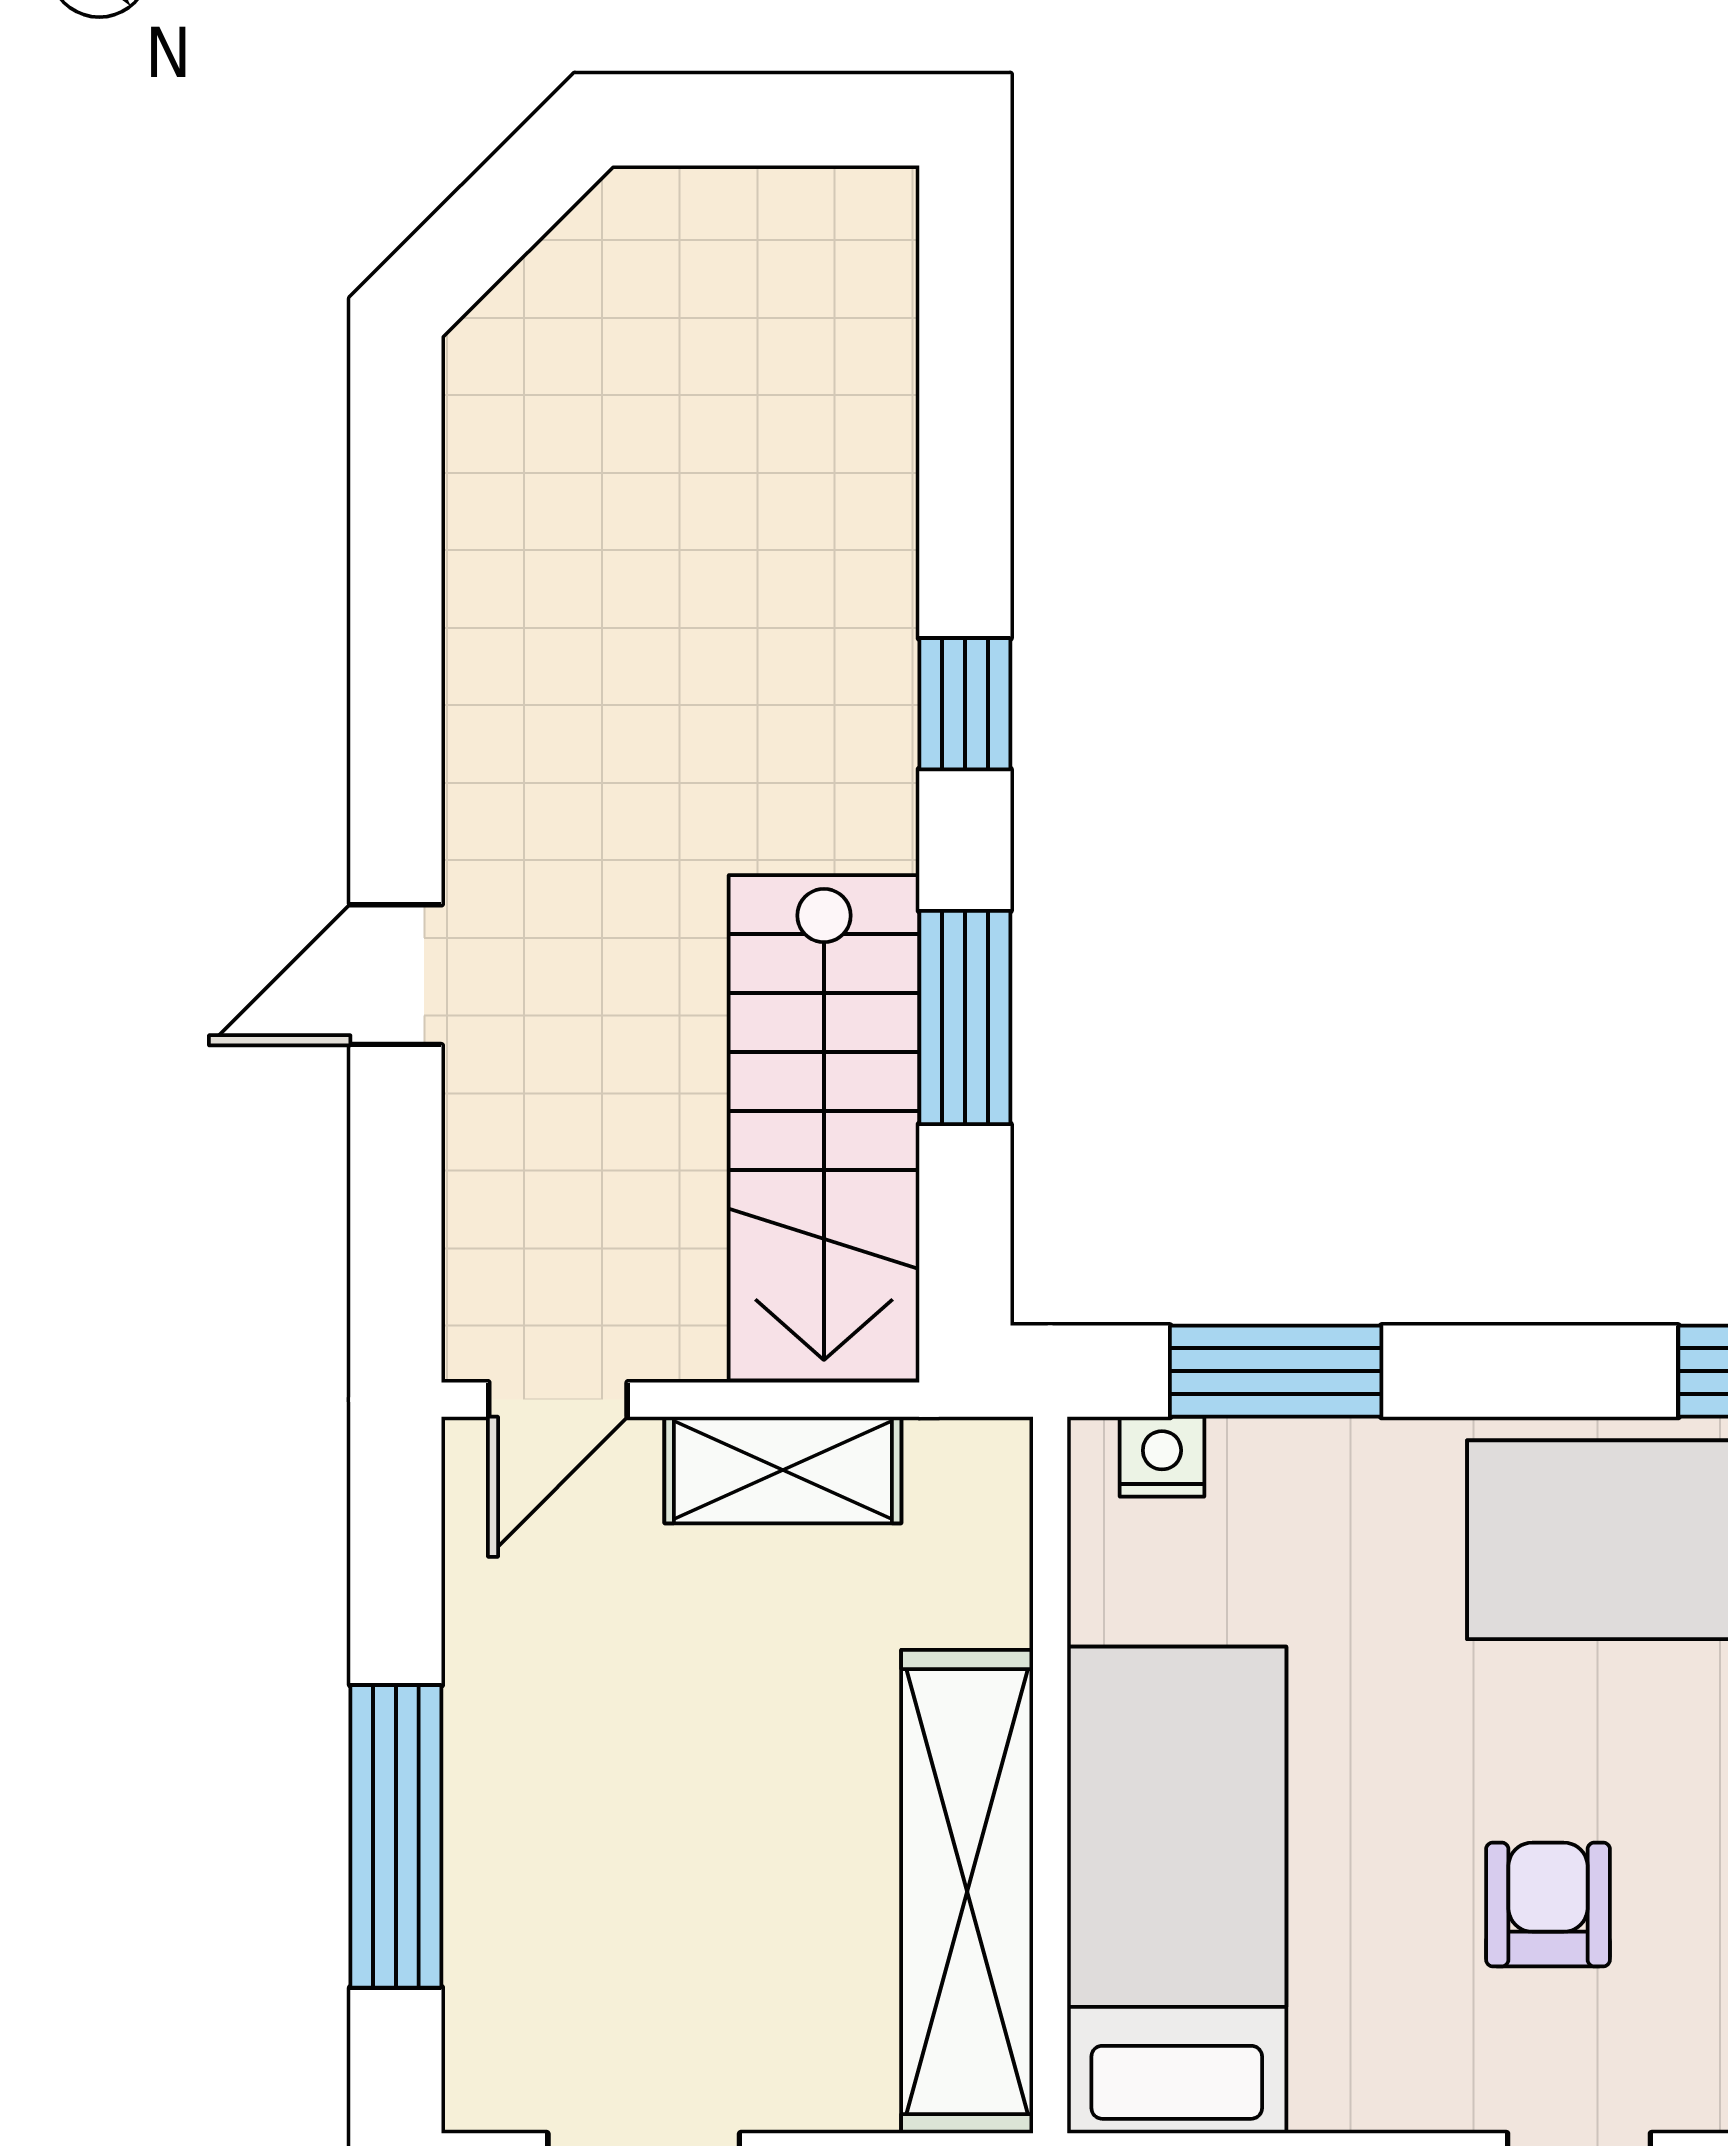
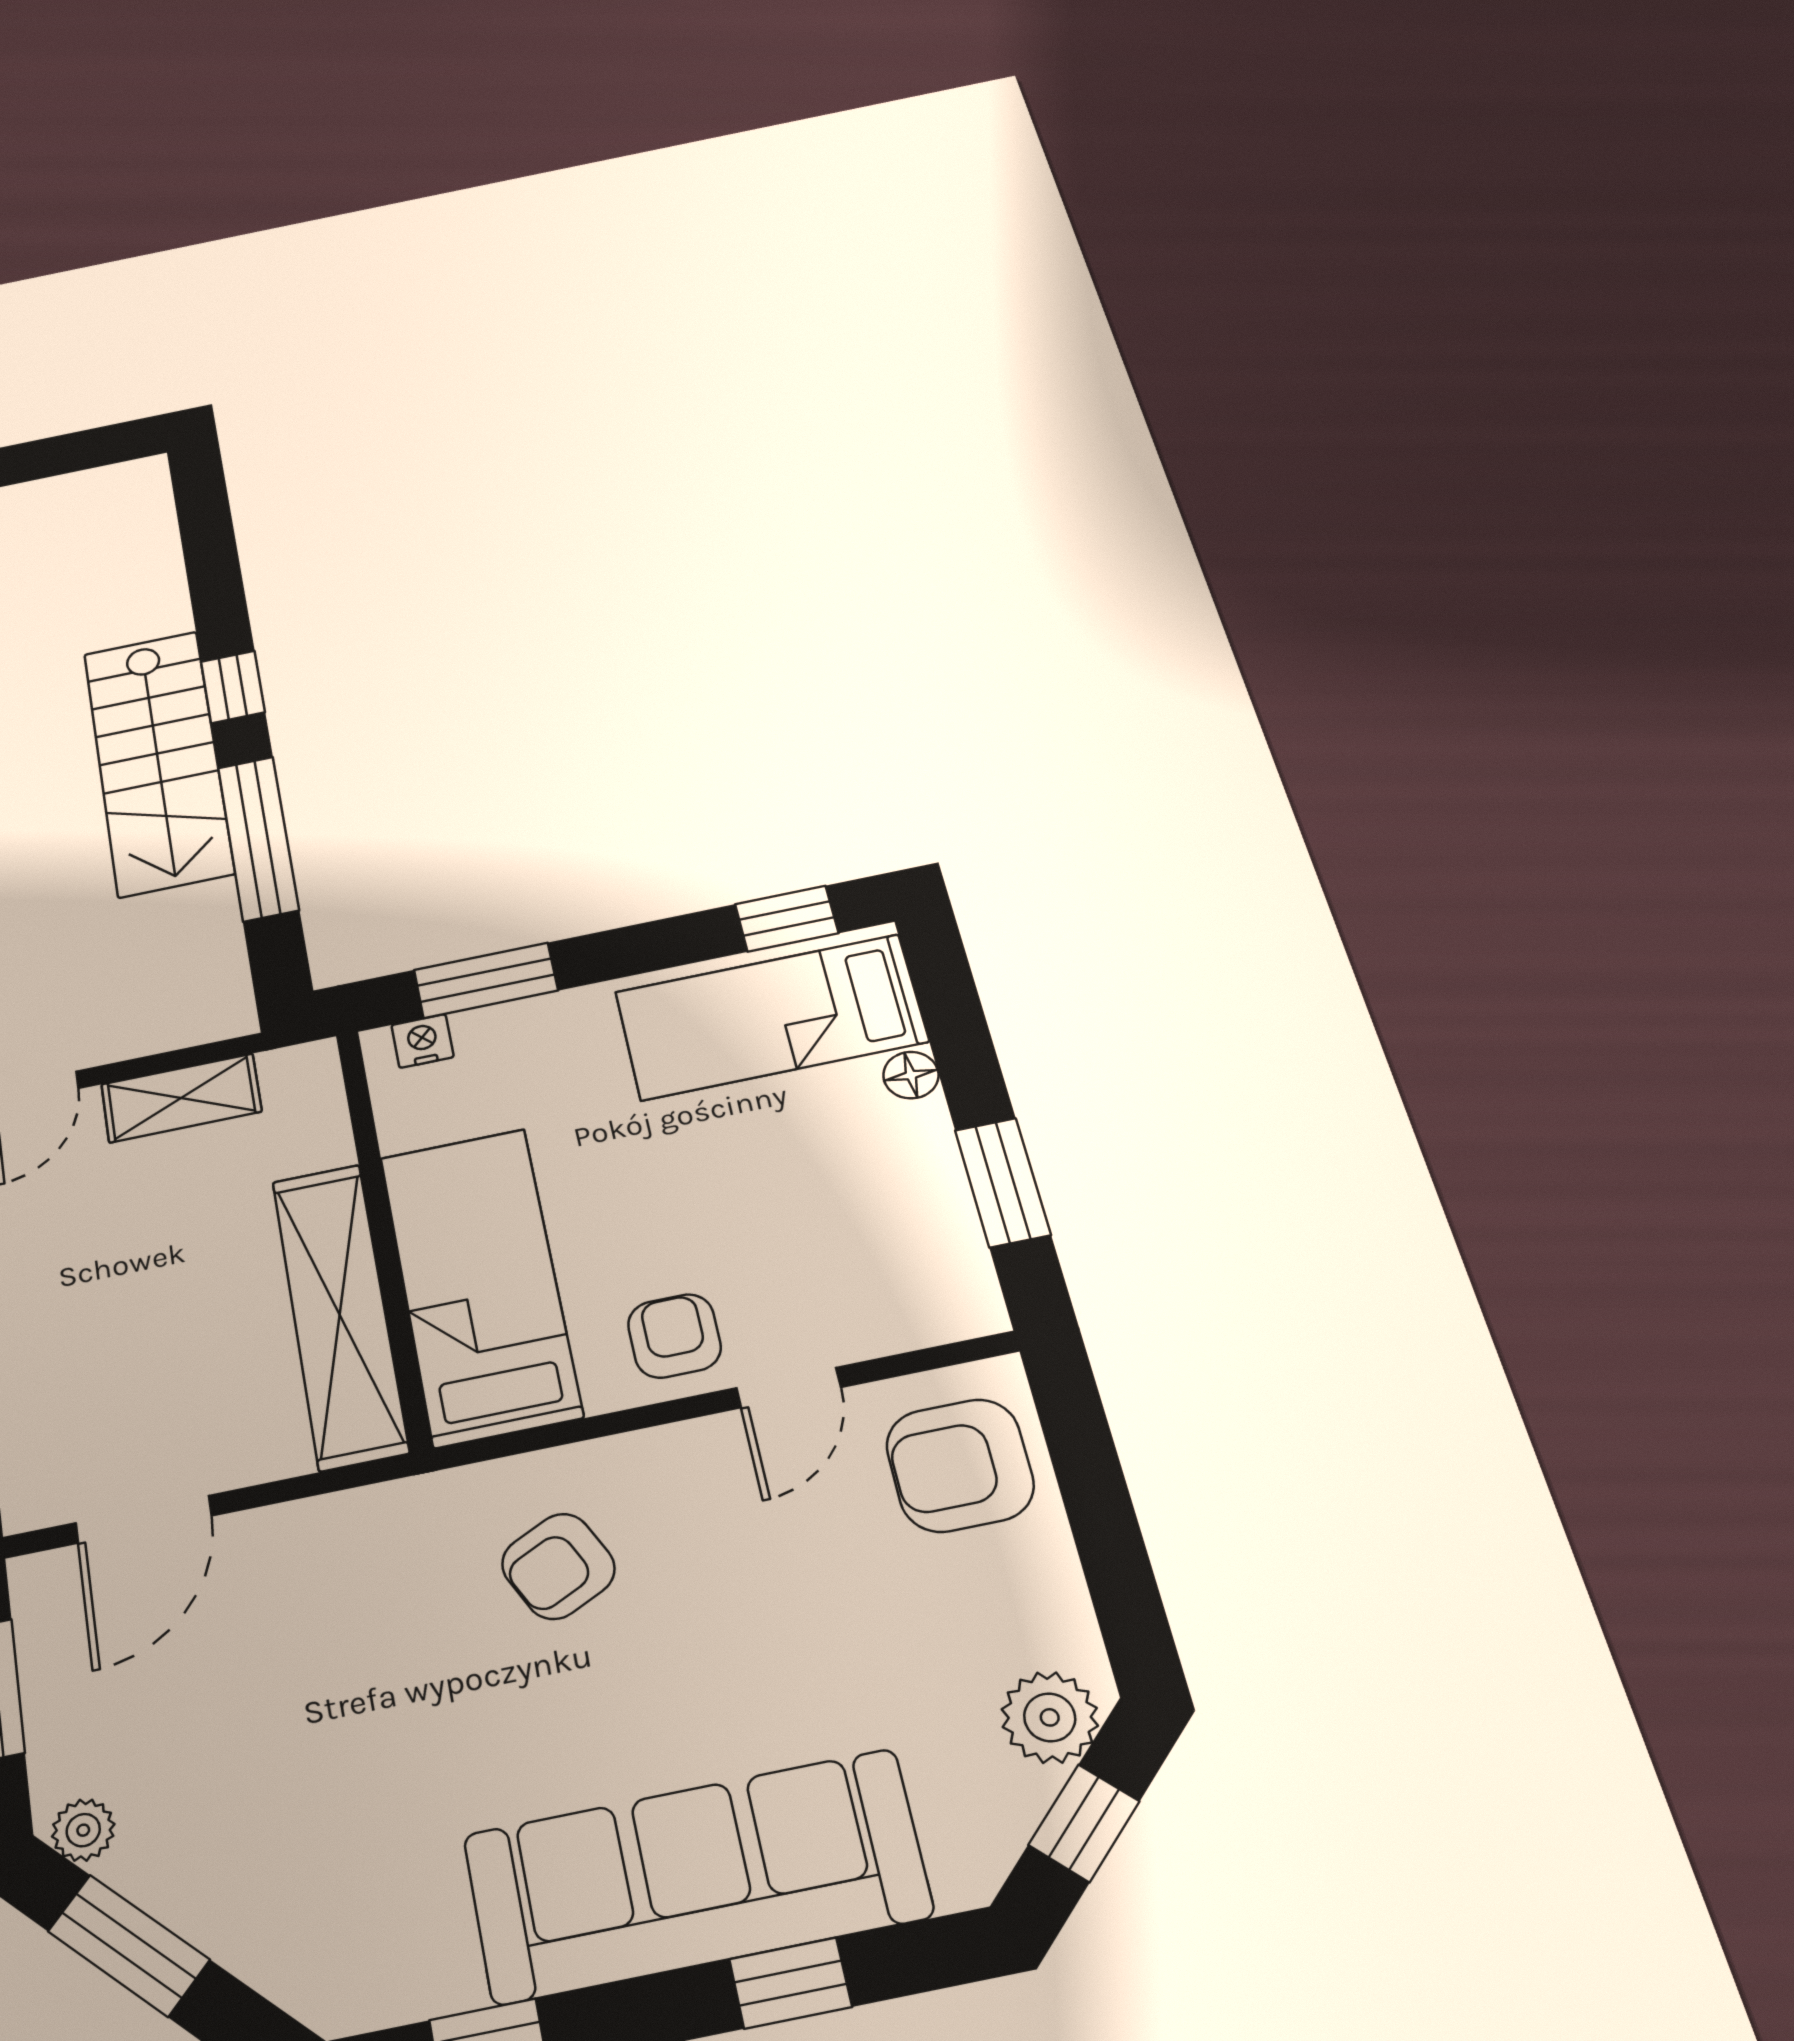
window: (965, 1017) -> (258, 838), width x1.44
stairs: (824, 1128) -> (158, 762), moved
armchair: (1548, 1904) -> (674, 1336), moved

